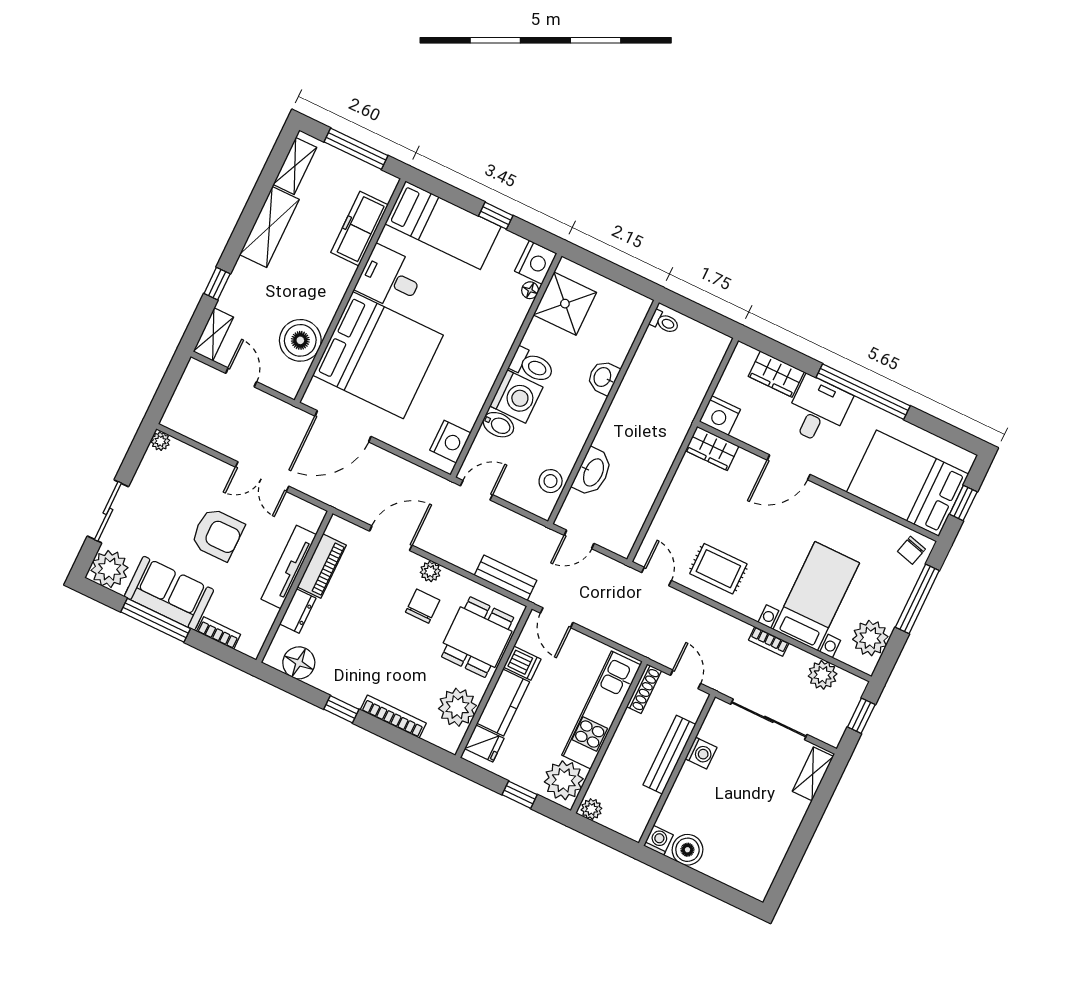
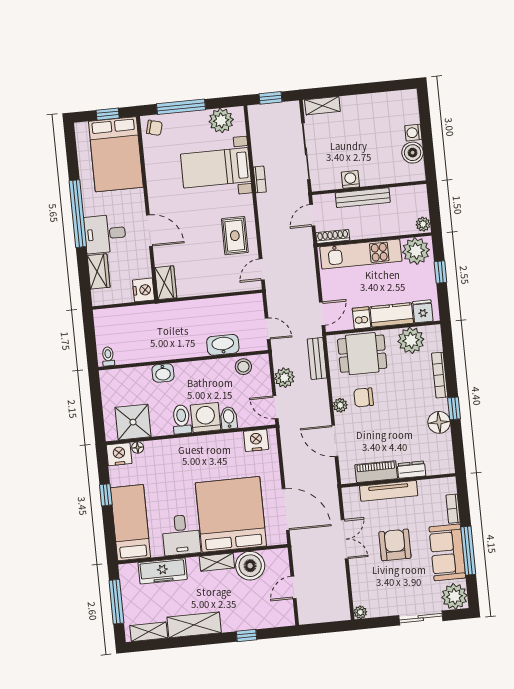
shelving: (213, 334) -> (217, 562), moved
floor lamp: (299, 663) -> (439, 422), moved
plant: (823, 675) -> (284, 378), moved
washing machine: (658, 840) -> (413, 133), moved

